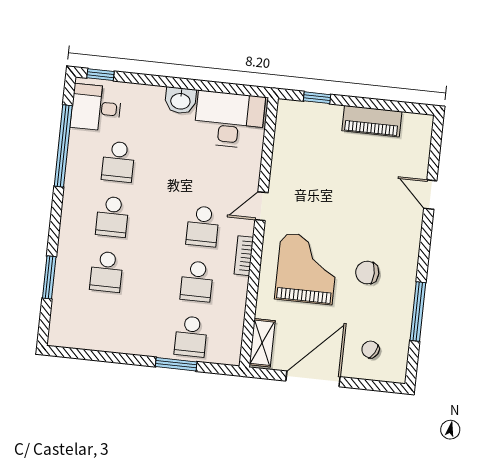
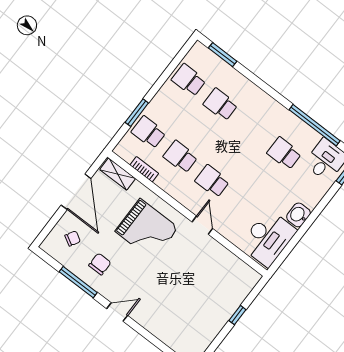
window: (317, 98) -> (237, 315), moved
piano: (372, 121) -> (213, 326), removed
door: (430, 195) -> (117, 312), moved
school desk: (112, 217) -> (189, 80), moved
bookcase: (244, 256) -> (144, 169), moved
chair: (367, 273) -> (100, 264), moved
window: (49, 277) -> (223, 55), moved

